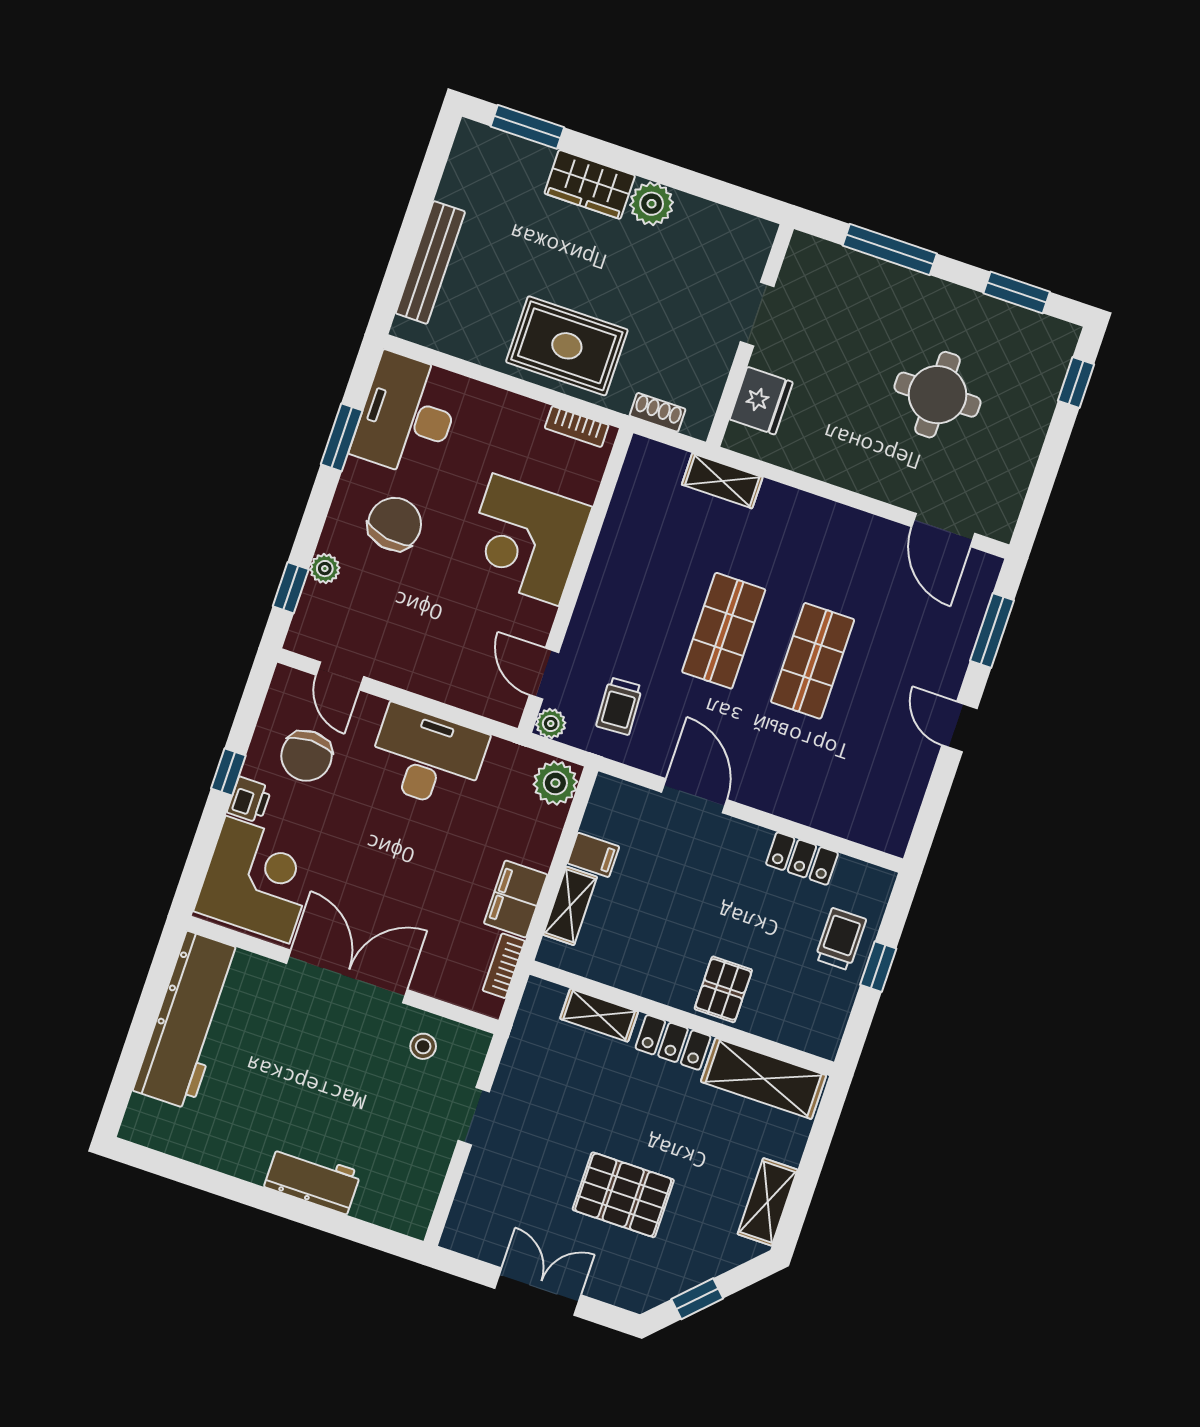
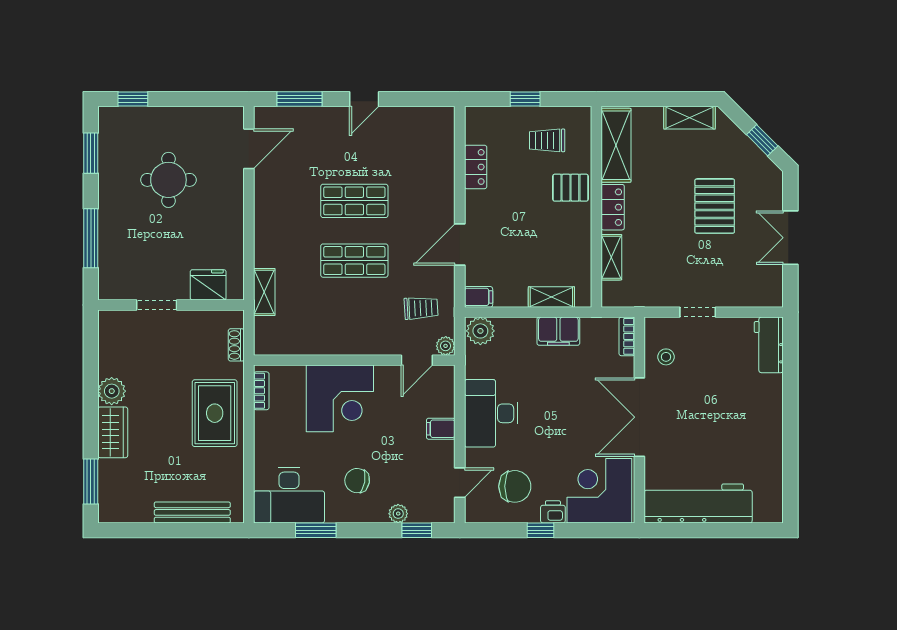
chair: (395, 524) -> (357, 481), width x0.73, depth x0.73
filing cabinet: (430, 675) -> (441, 429), added
filing cabinet: (593, 855) -> (479, 297), moved, turned 90
trolley: (841, 939) -> (547, 140), moved
bookcase: (504, 966) -> (627, 336), moved, turned 90
workbench: (313, 1179) -> (769, 345), moved

